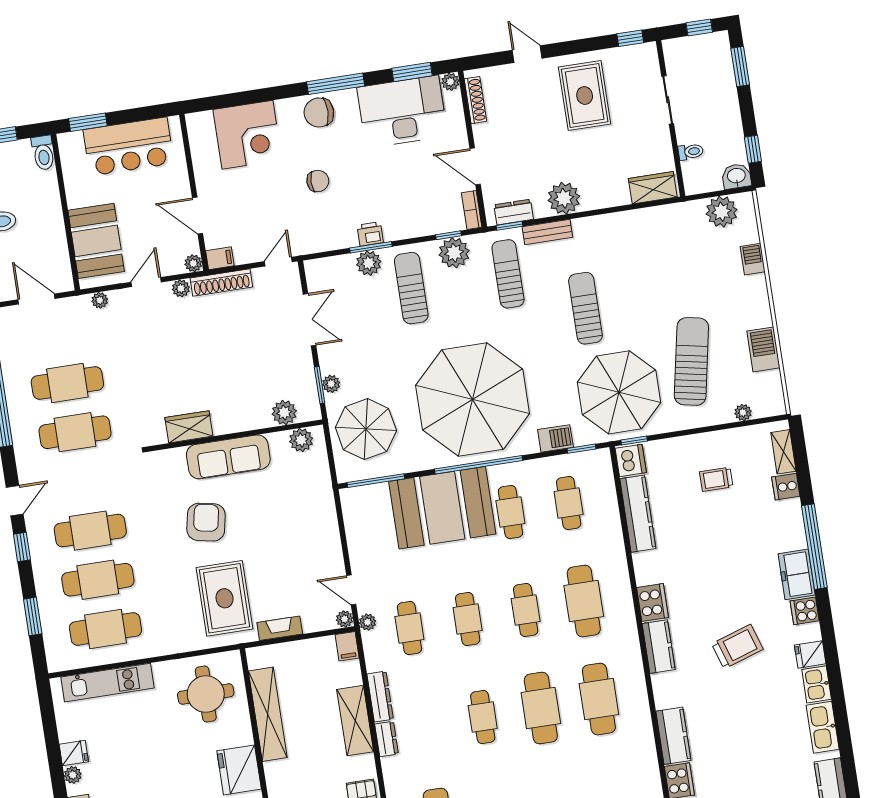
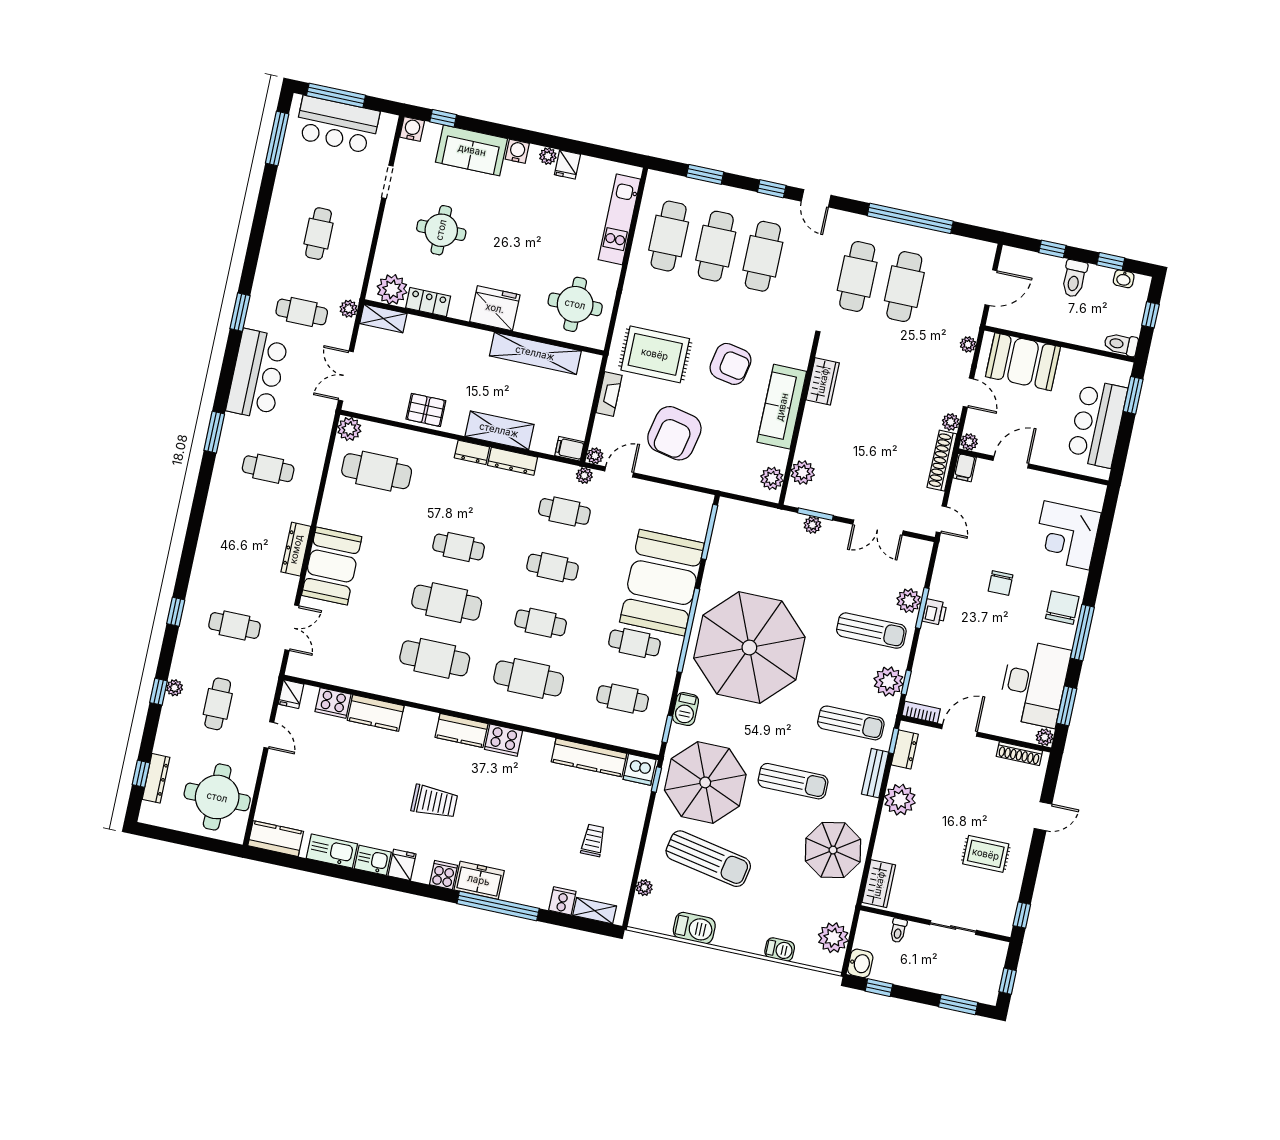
rug: (585, 96) -> (986, 854), width x0.73, depth x0.70
parasol: (366, 429) -> (833, 850), moved
armchair: (294, 551) -> (674, 433), added
trolley: (737, 647) -> (434, 802), turned -72

